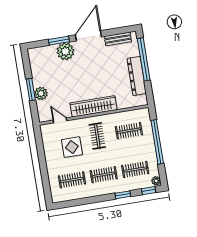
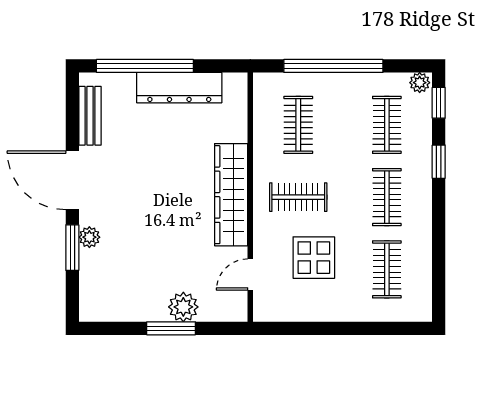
plant: (65, 51) -> (89, 237), width x0.53, depth x0.53

